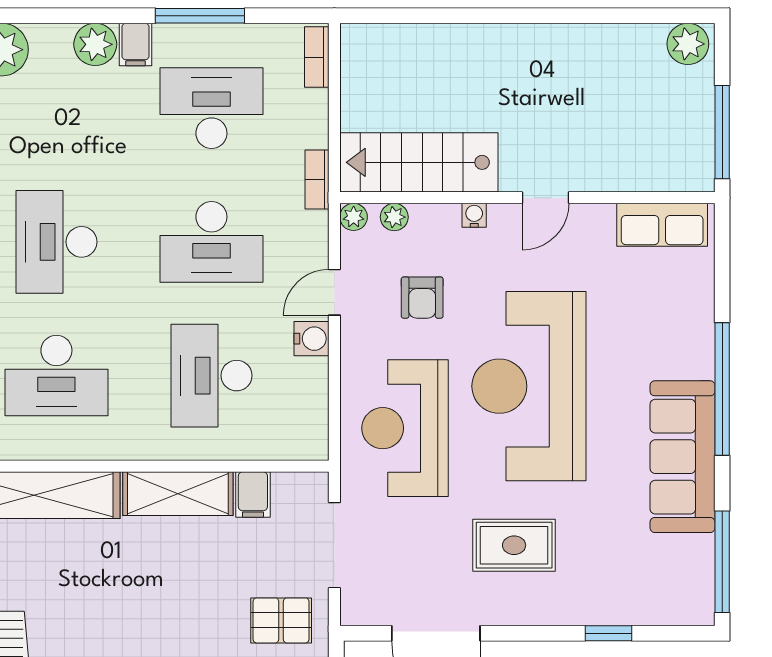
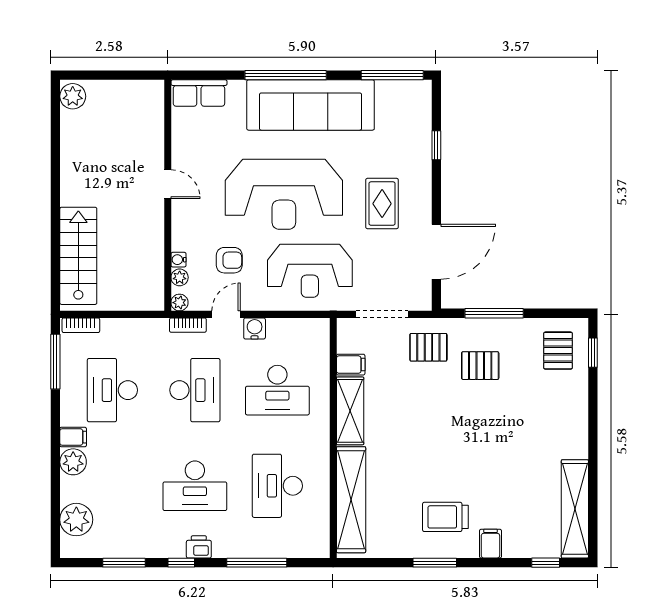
window: (200, 16) -> (55, 362), moved
window: (722, 132) -> (127, 75), removed
stairs: (419, 162) -> (78, 256), moved, turned 180
bookcase: (317, 180) -> (188, 325), moved
water cooler: (474, 215) -> (178, 260), moved
row of seats: (662, 225) -> (199, 93), moved, turned 90
door: (334, 292) -> (226, 314), swing flipped
desk: (56, 376) -> (277, 486), turned 180
sofa: (683, 457) -> (311, 105), width x1.36, depth x1.27
pallet: (281, 620) -> (428, 347), turned 90

